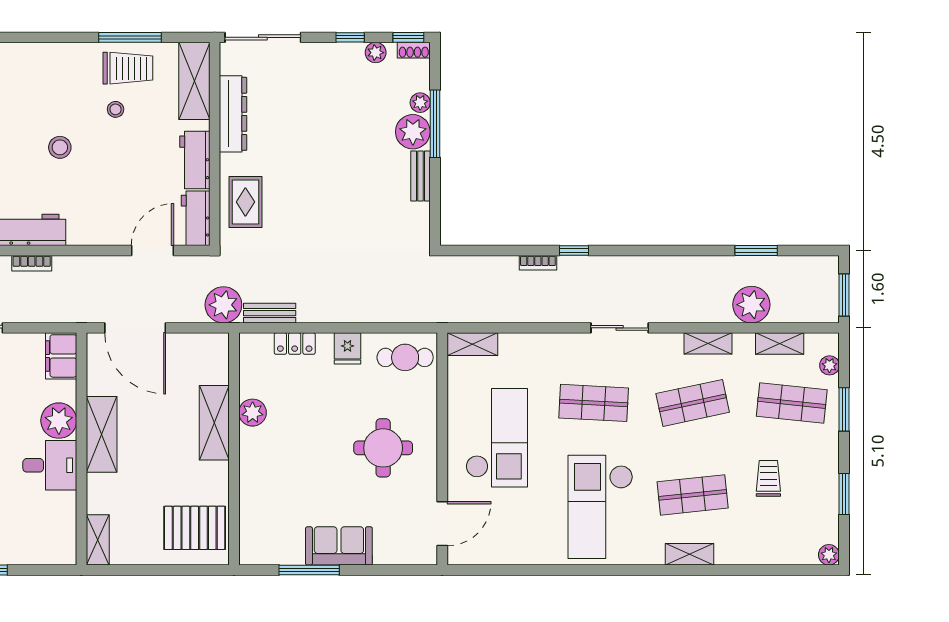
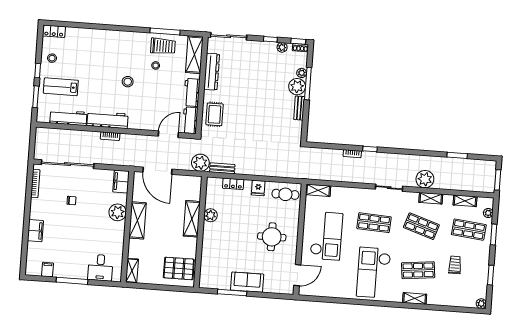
plant: (751, 305) -> (425, 179), moved
shop shelf: (693, 403) -> (421, 226), turned 30
desk: (50, 465) -> (100, 268), moved, turned 90

